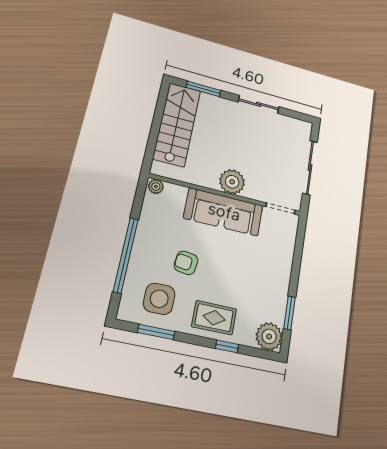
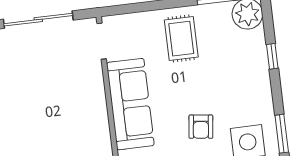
plant: (232, 182) -> (92, 105), removed
rug: (214, 318) -> (181, 39), moved

